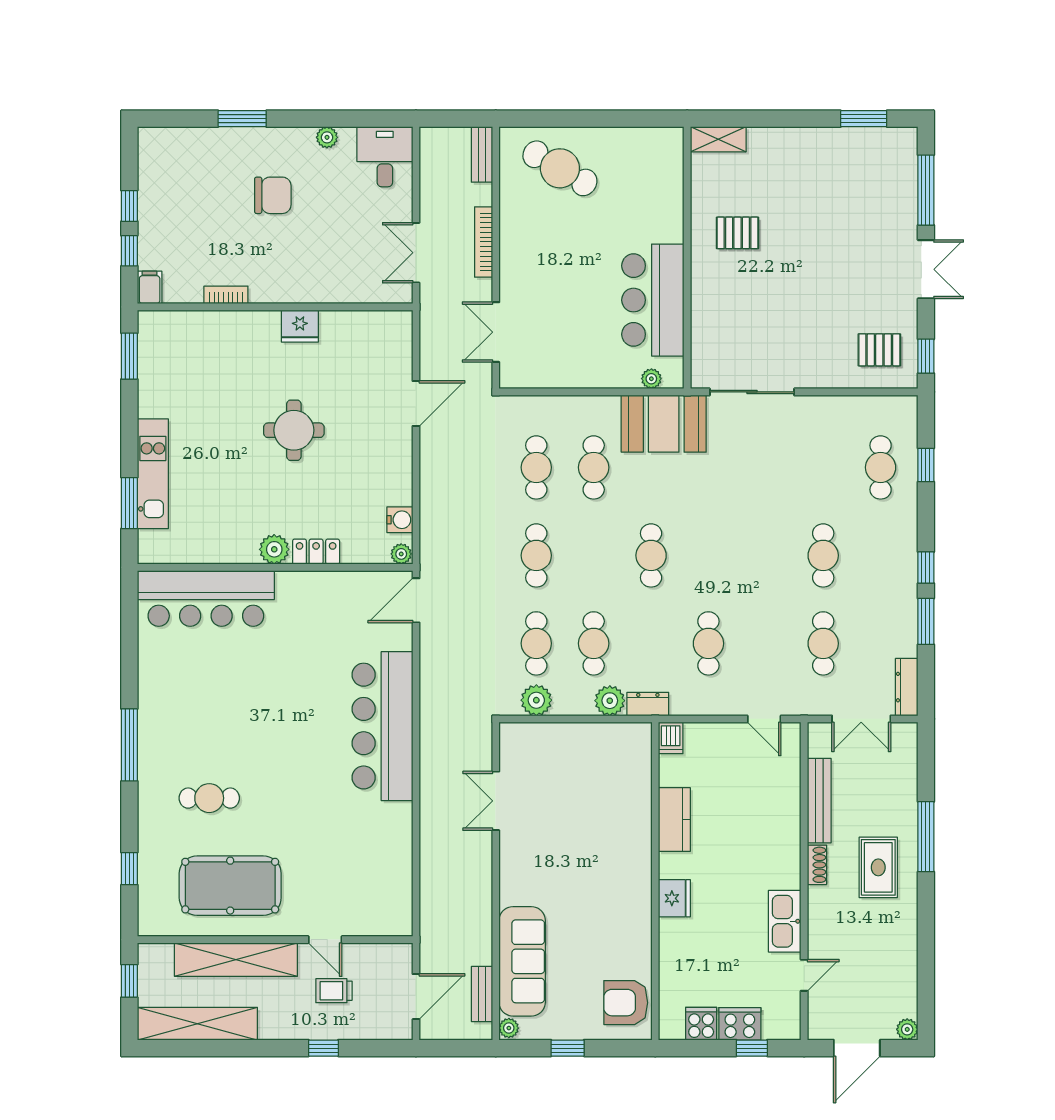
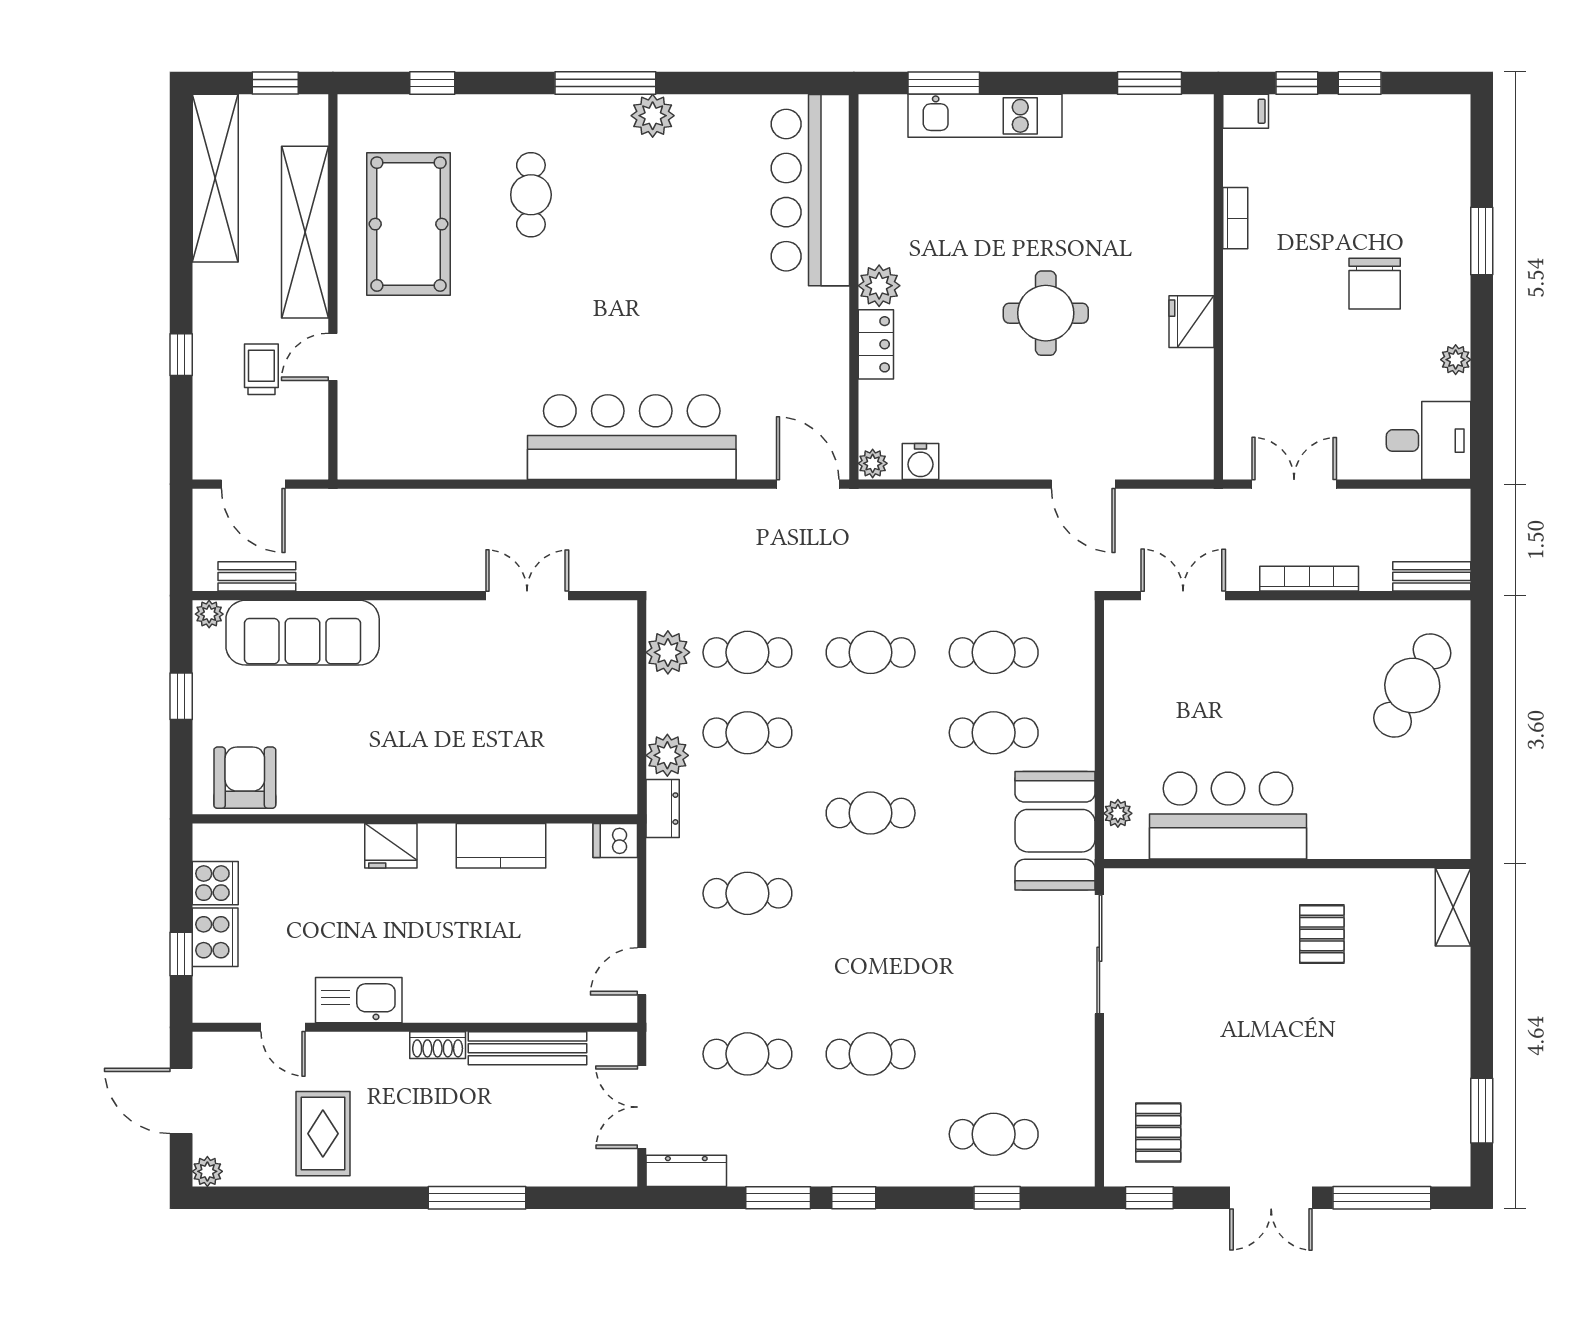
plant: (153, 711) -> (653, 116), added
rug: (878, 867) -> (323, 1134), moved, turned 90

